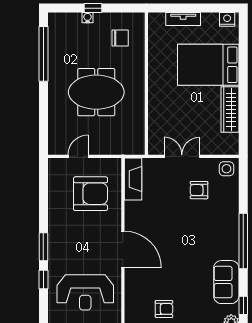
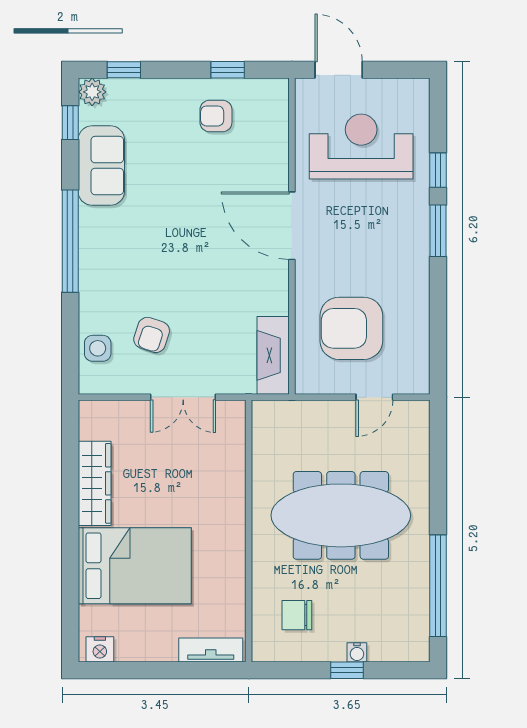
tv unit: (183, 19) -> (211, 650), moved
meeting table: (96, 92) -> (341, 515), width x1.36
side table: (226, 169) -> (98, 348), moved
armchair: (199, 190) -> (152, 335), turned 108

